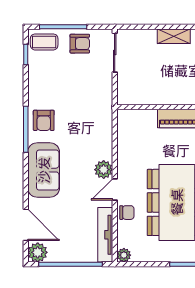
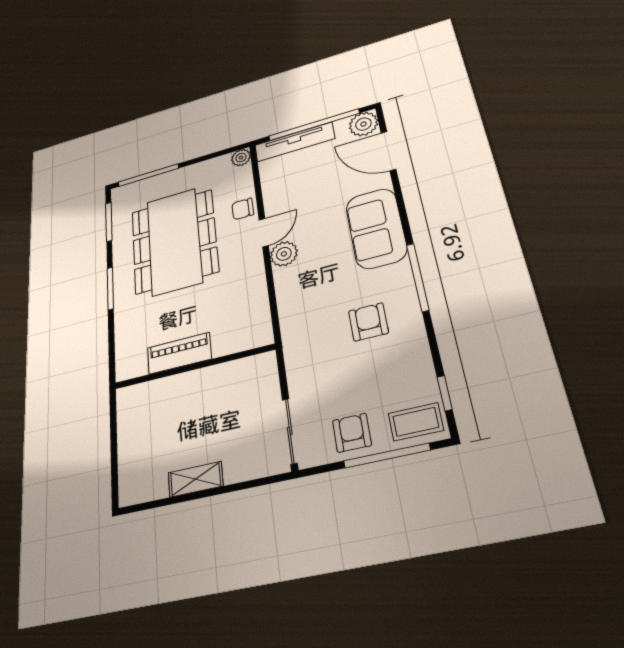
armchair: (80, 44) -> (352, 433), turned 90
armchair: (44, 120) -> (368, 322), moved
tv unit: (105, 235) -> (294, 142), moved, turned 90

